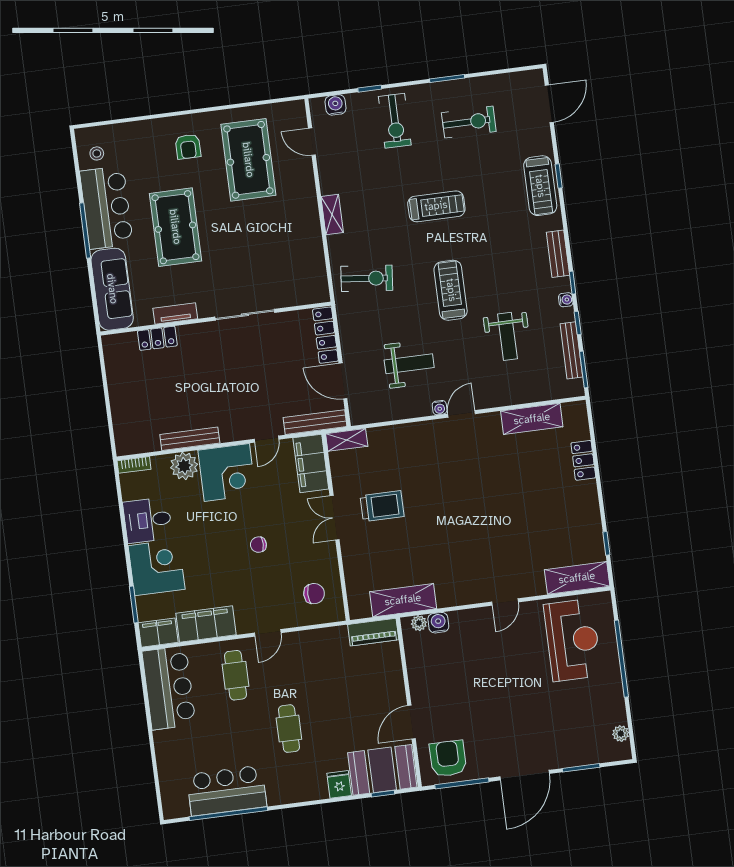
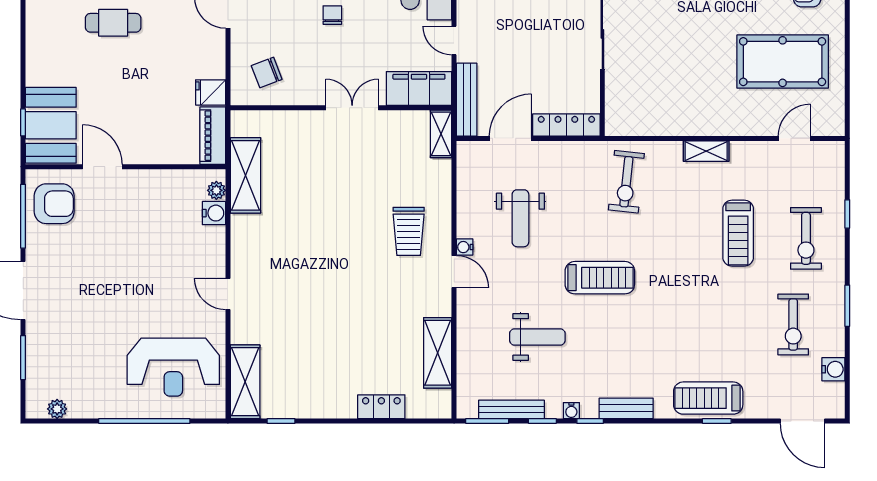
water cooler: (336, 105) -> (833, 369), moved
exercise bike: (395, 121) -> (806, 238), turned -90
treadmill: (436, 206) -> (738, 233), moved
weight bench: (507, 336) -> (537, 337), turned 180
trolley: (382, 506) -> (409, 231), moved
chair: (314, 594) -> (267, 73), turned 69
fridge: (339, 784) -> (211, 92), moved, turned 180

